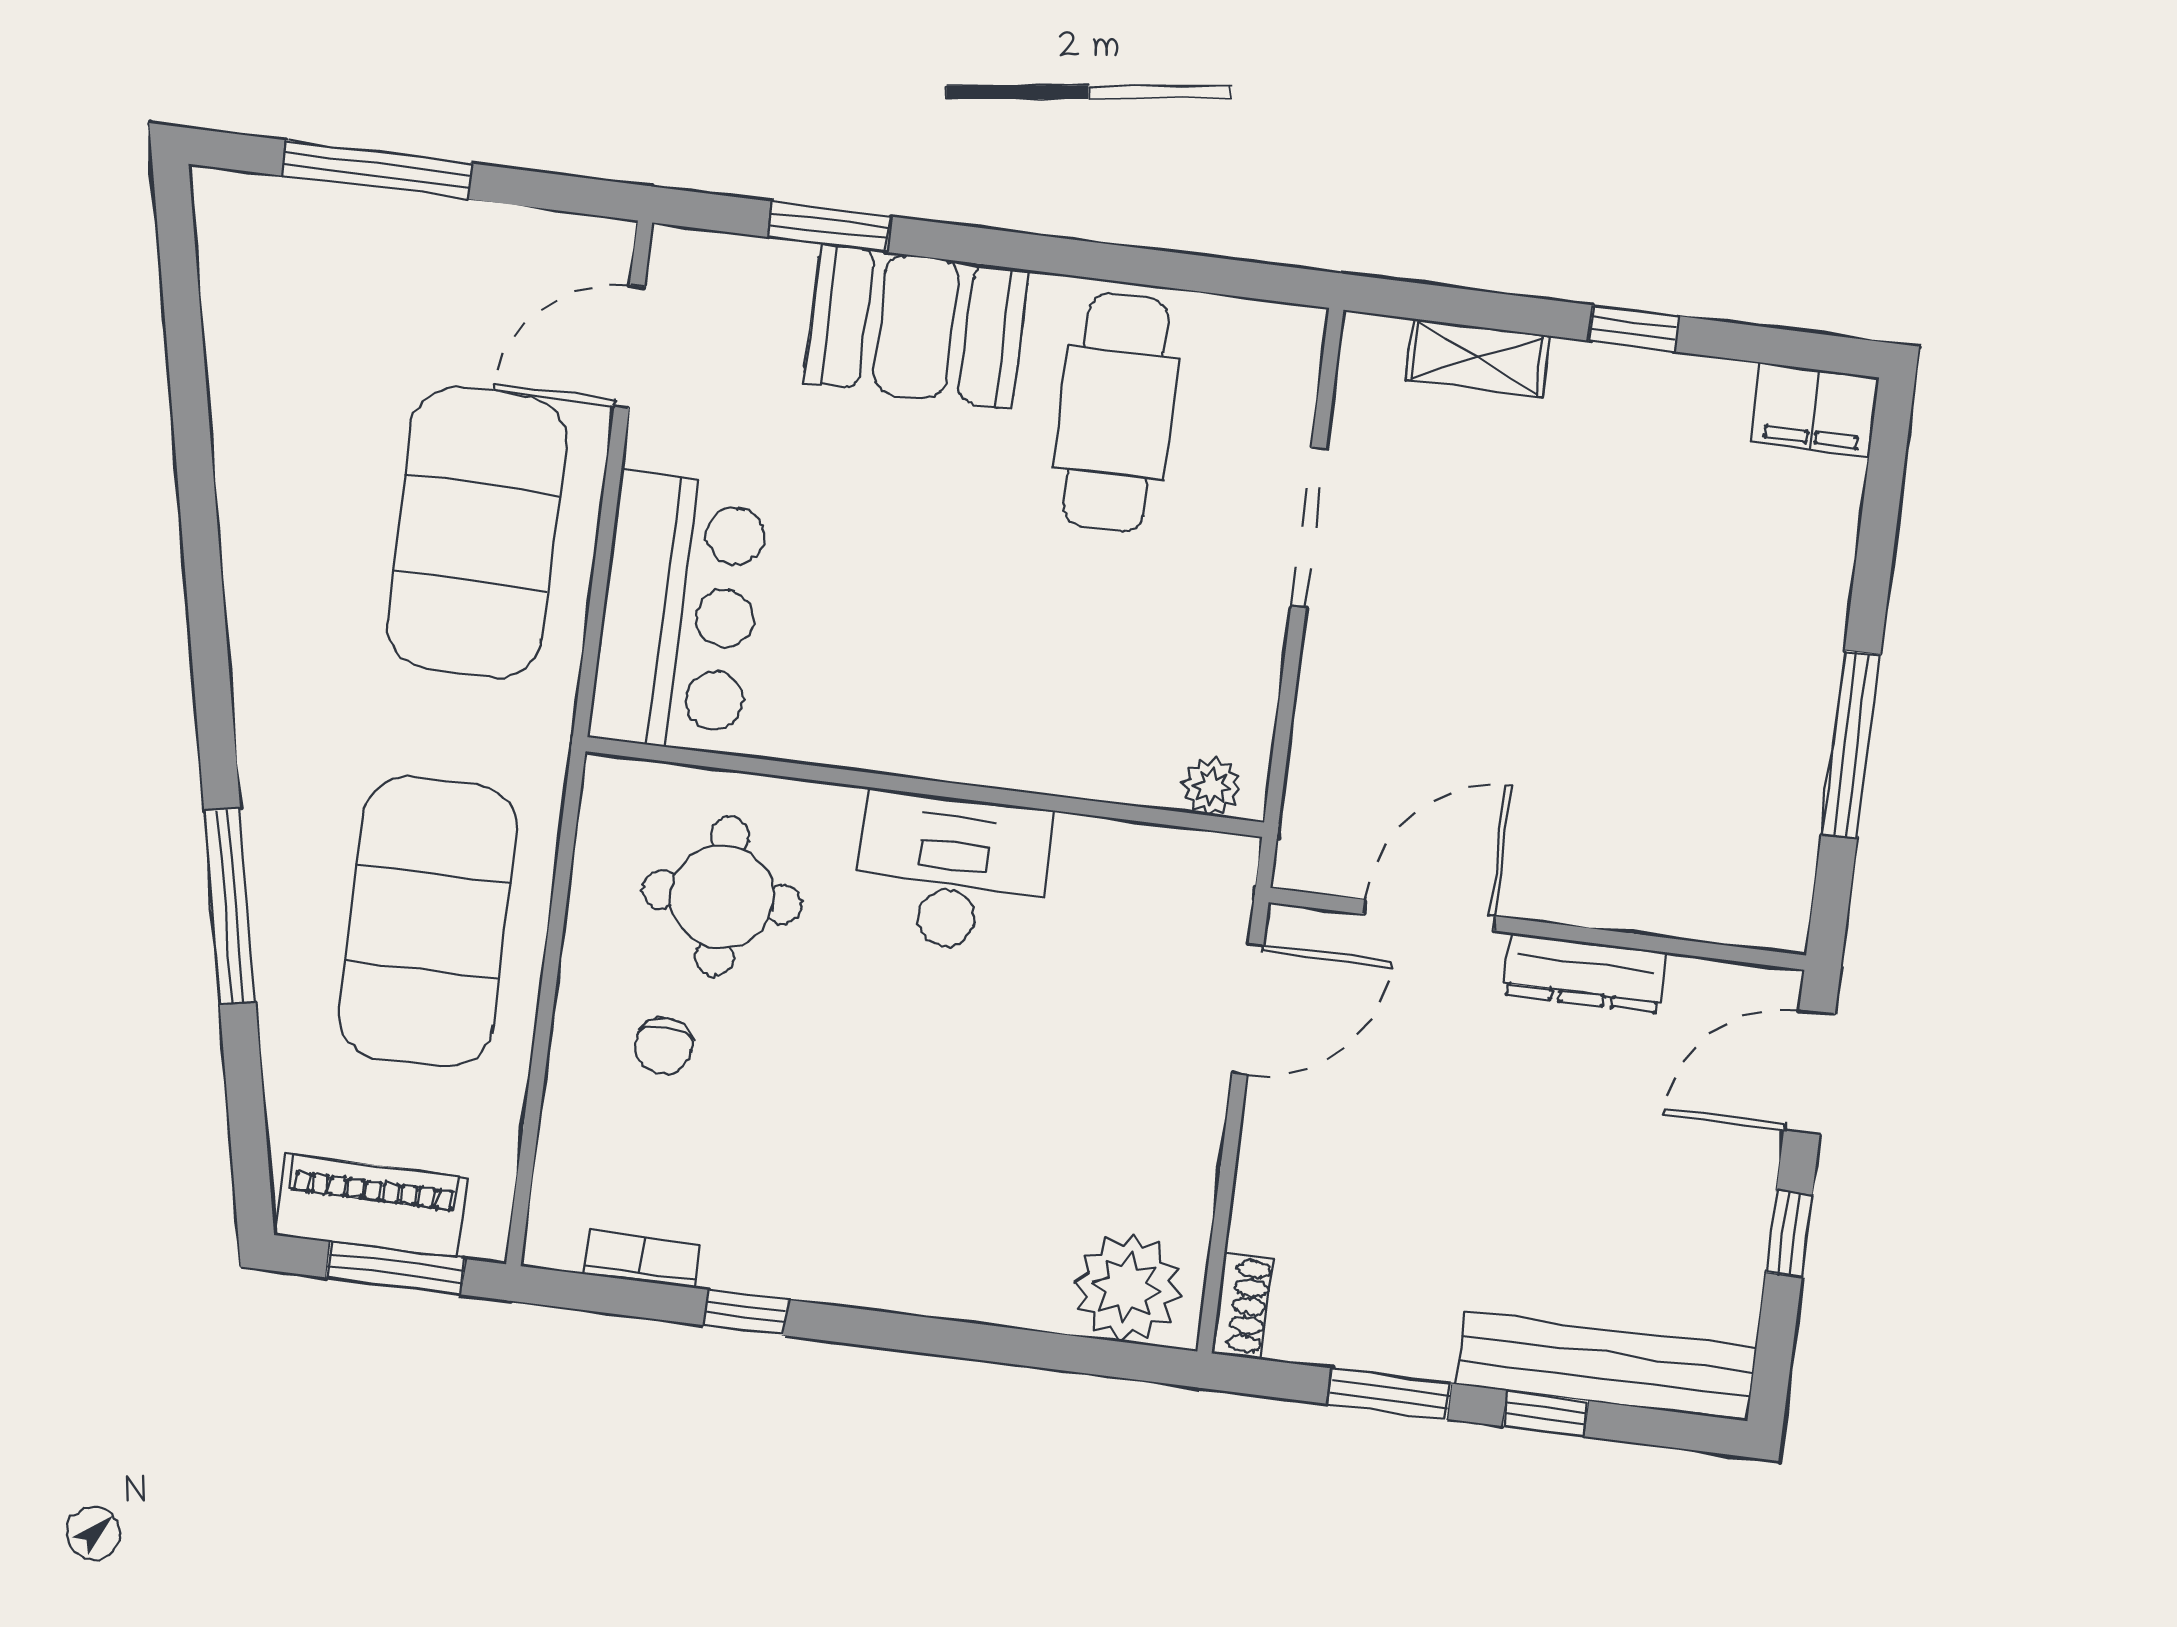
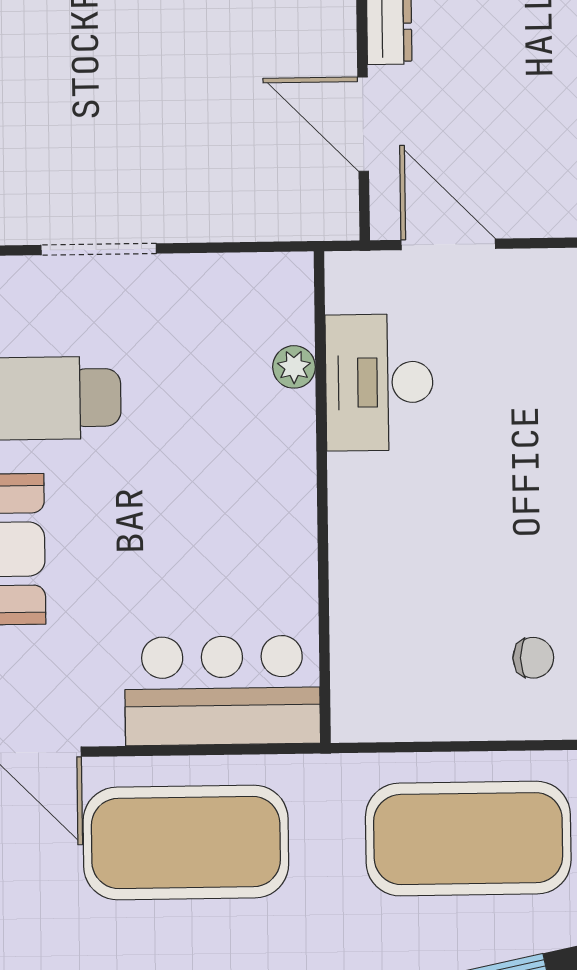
plant: (1212, 786) -> (294, 367), moved
desk: (952, 872) -> (379, 382), moved
round table: (722, 897) -> (421, 631), removed

